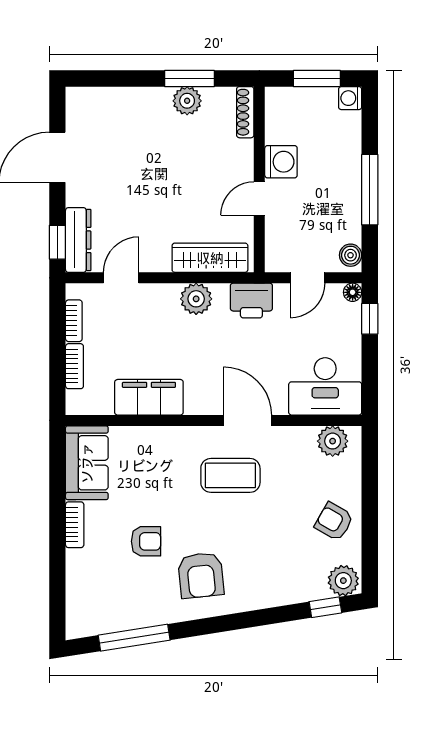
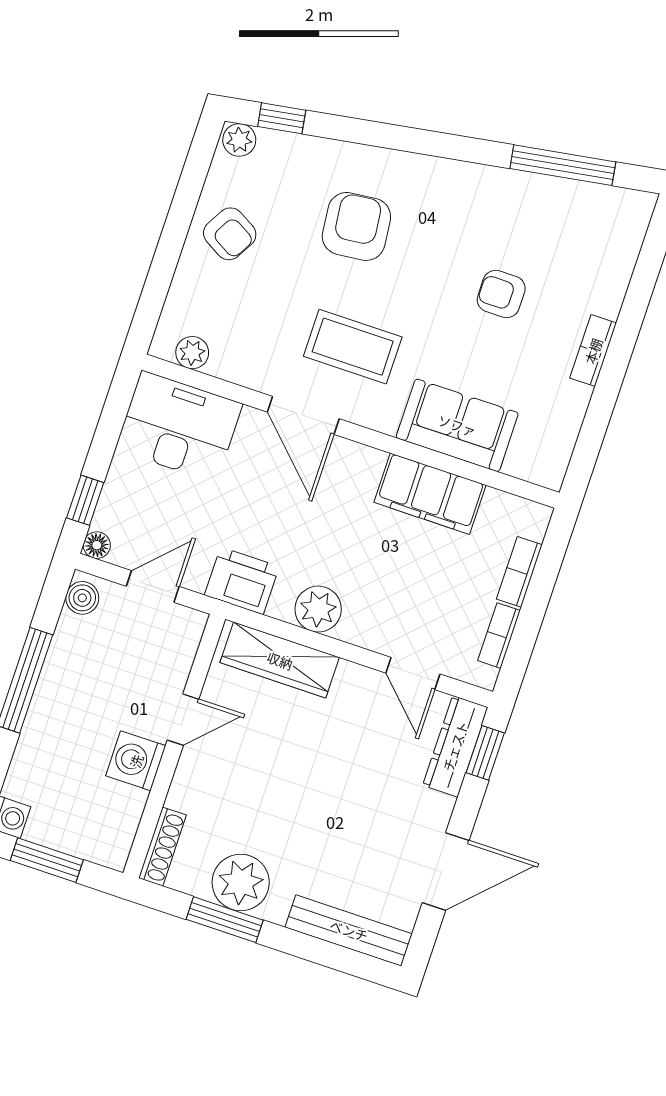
bench: (107, 98) -> (349, 930), added
plant: (187, 101) -> (241, 883), width x1.36, depth x1.36
door: (121, 278) -> (413, 673), hinge flipped
plant: (333, 441) -> (192, 353), width x0.73, depth x0.73
sofa: (87, 463) -> (457, 425), moved, turned 90
armchair: (201, 575) -> (356, 226), moved
plant: (343, 581) -> (239, 140), width x0.73, depth x0.73

